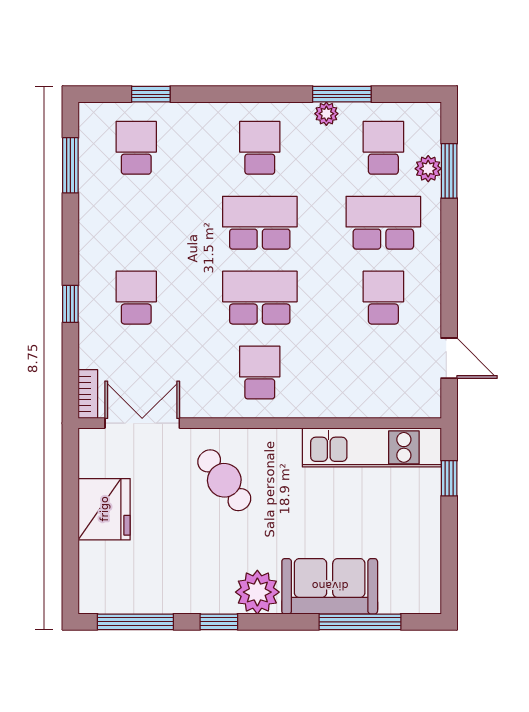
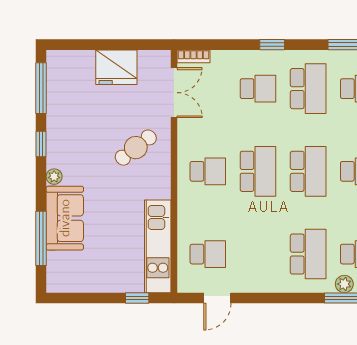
school desk: (136, 223) -> (308, 89), added
school desk: (383, 298) -> (208, 254), moved
window: (70, 304) -> (272, 45), moved
plant: (257, 592) -> (54, 177), width x0.53, depth x0.53

